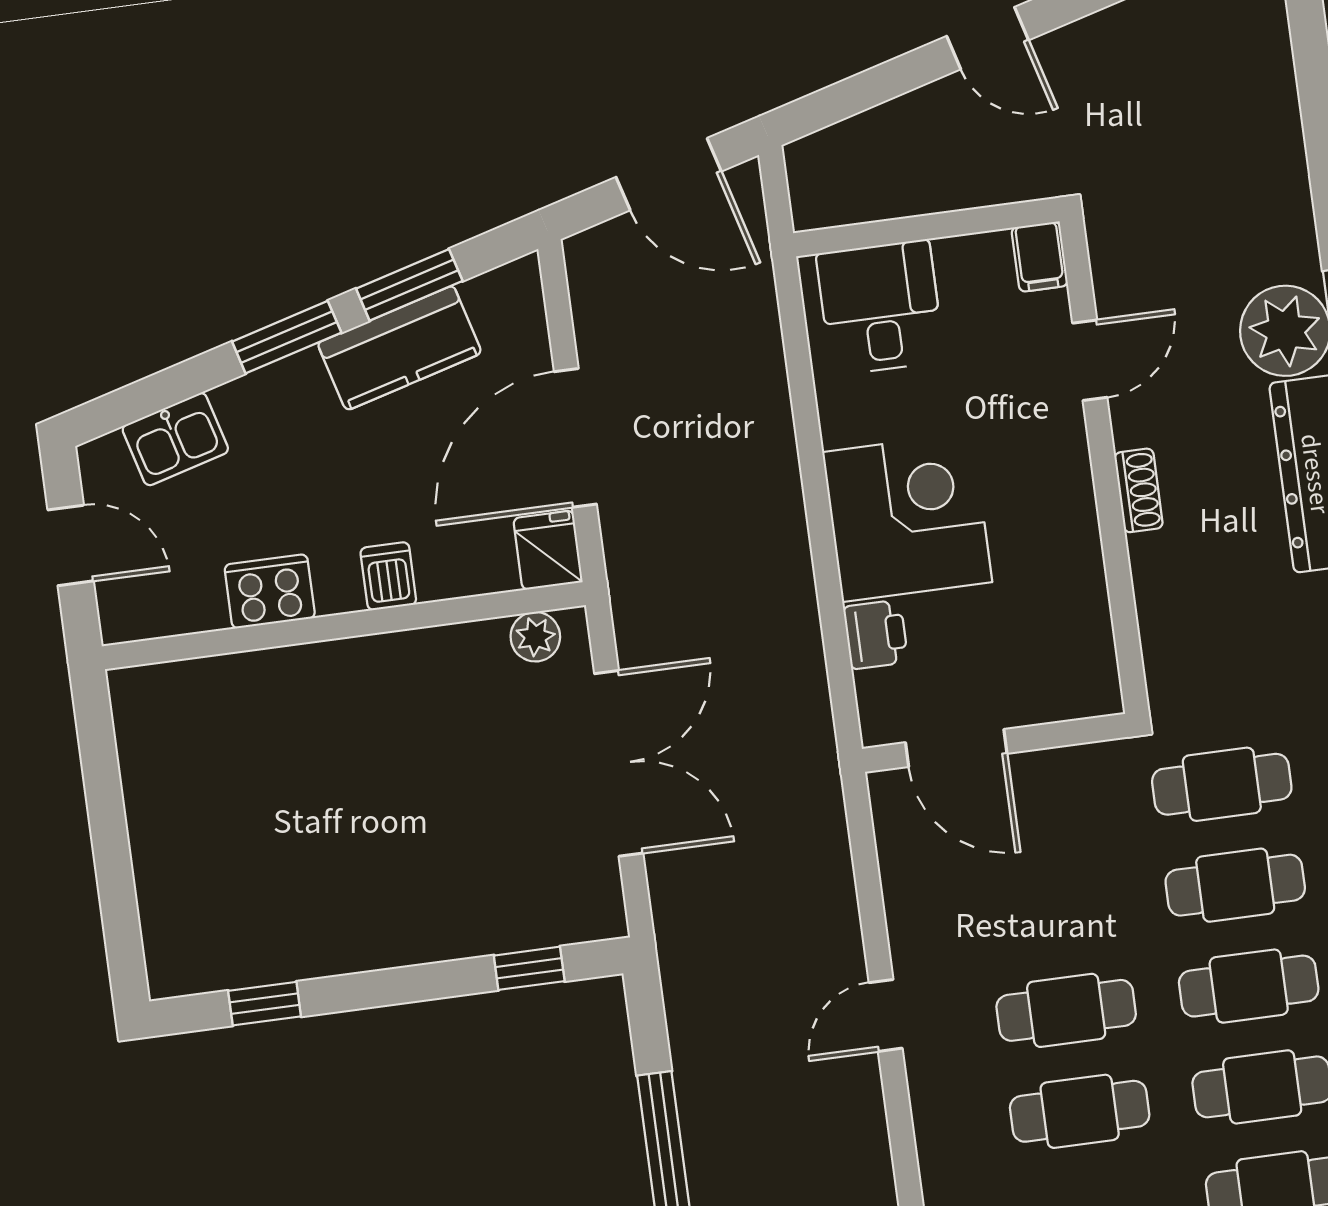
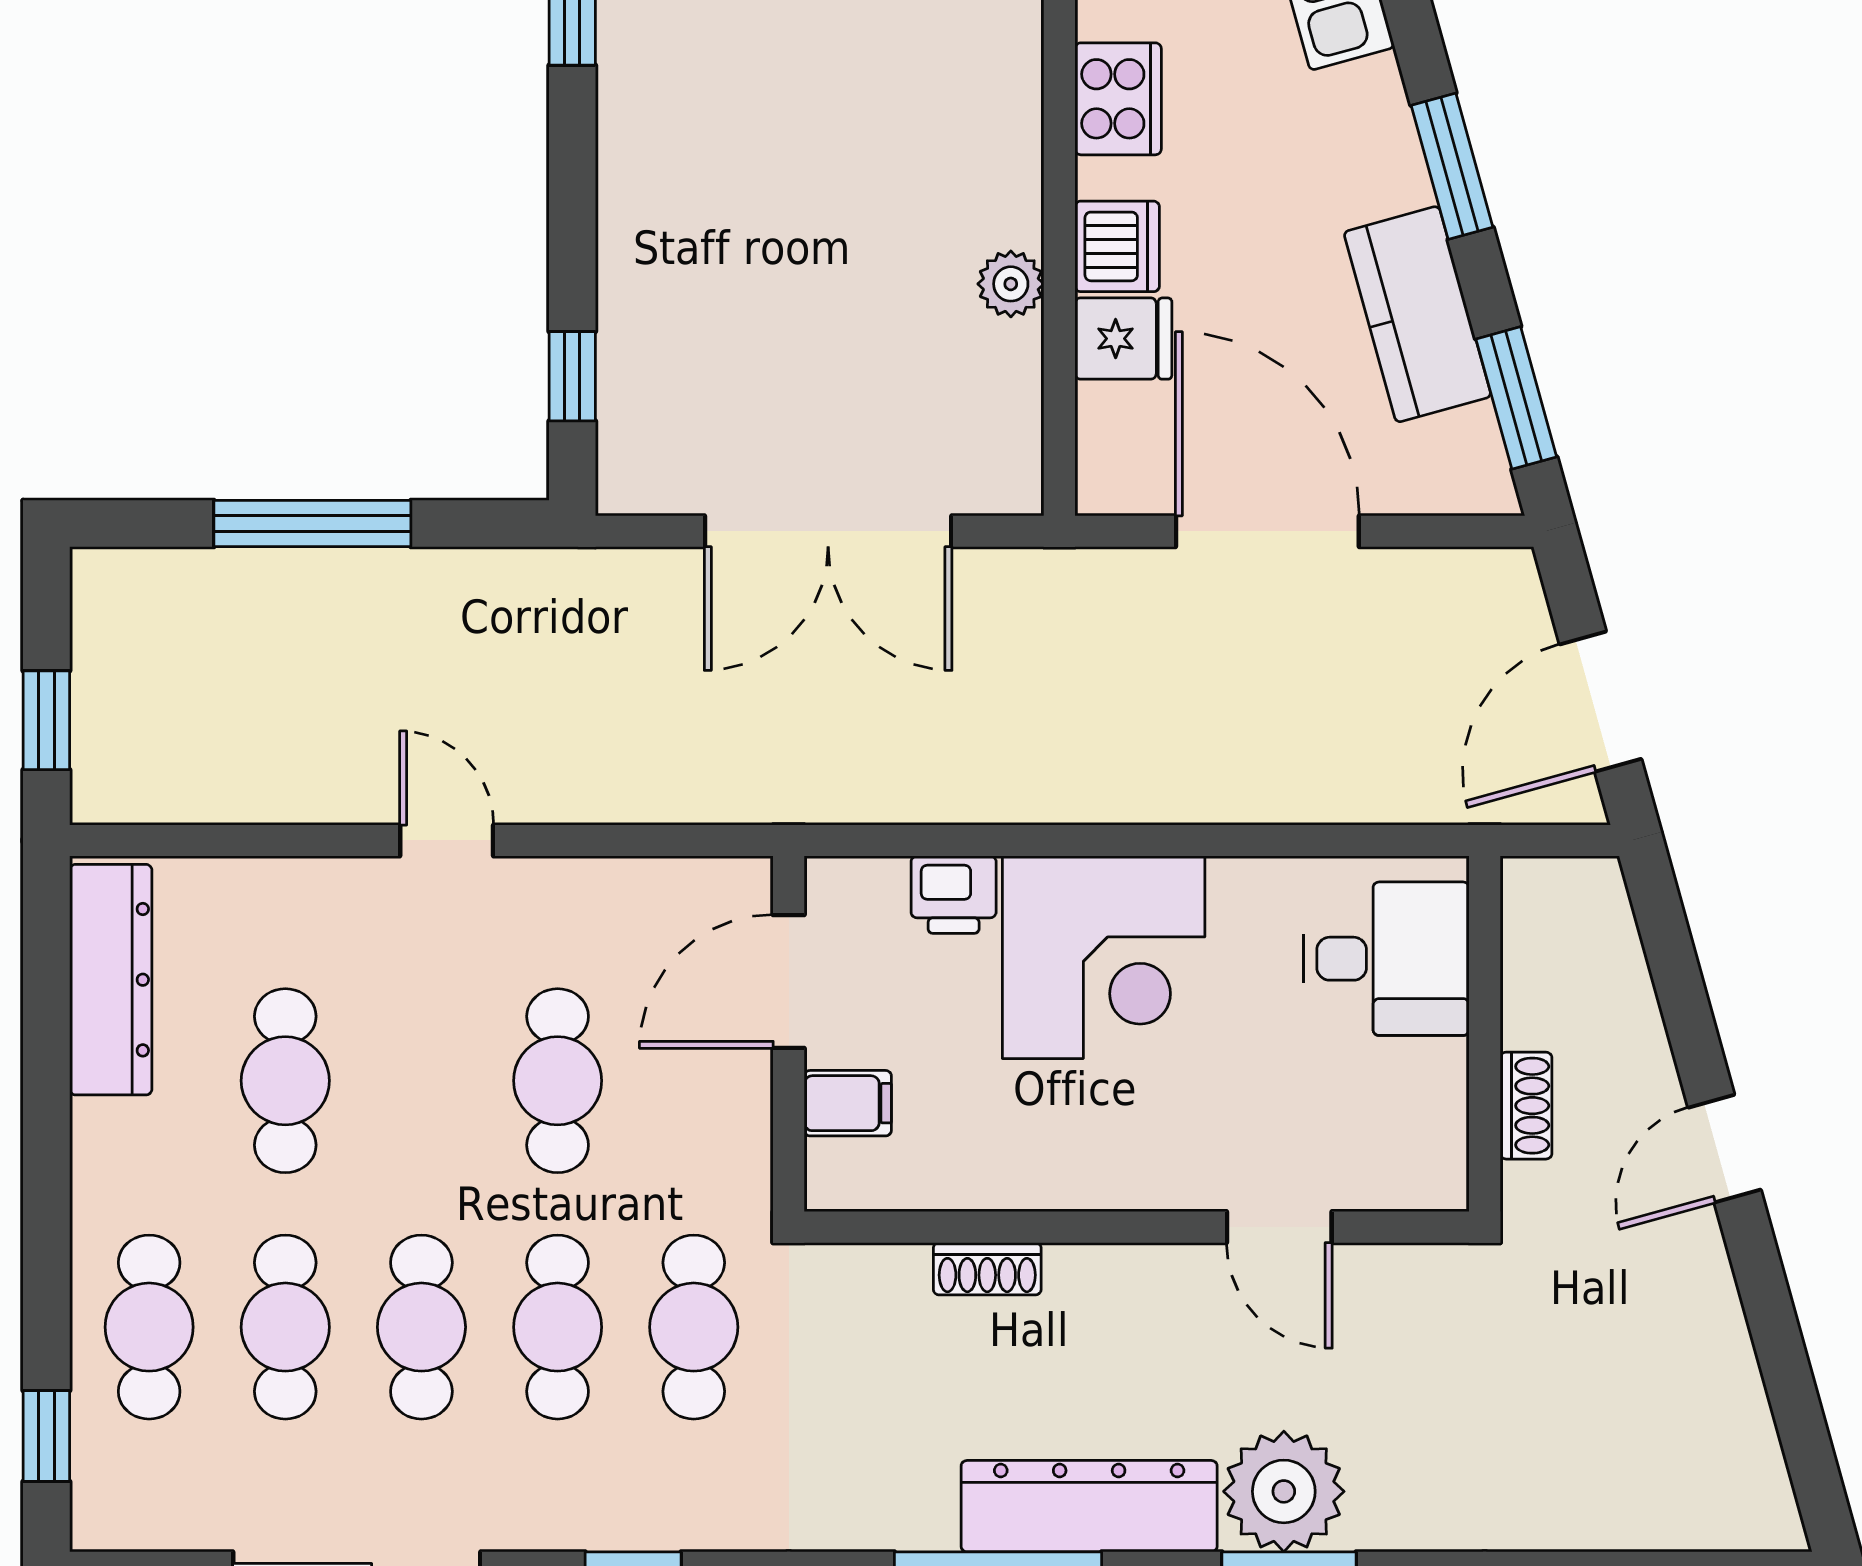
shoe rack: (975, 189) -> (1526, 1106), added
filing cabinet: (1040, 257) -> (848, 1103), moved, turned 180
window: (409, 285) -> (1516, 398), moved
shoe rack: (1139, 490) -> (987, 1269), moved
fridge: (548, 550) -> (1123, 339), moved
dishwasher: (388, 576) -> (1117, 246), width x1.38
plant: (535, 637) -> (1011, 284), moved
cafe table: (1066, 1010) -> (558, 1081), moved

